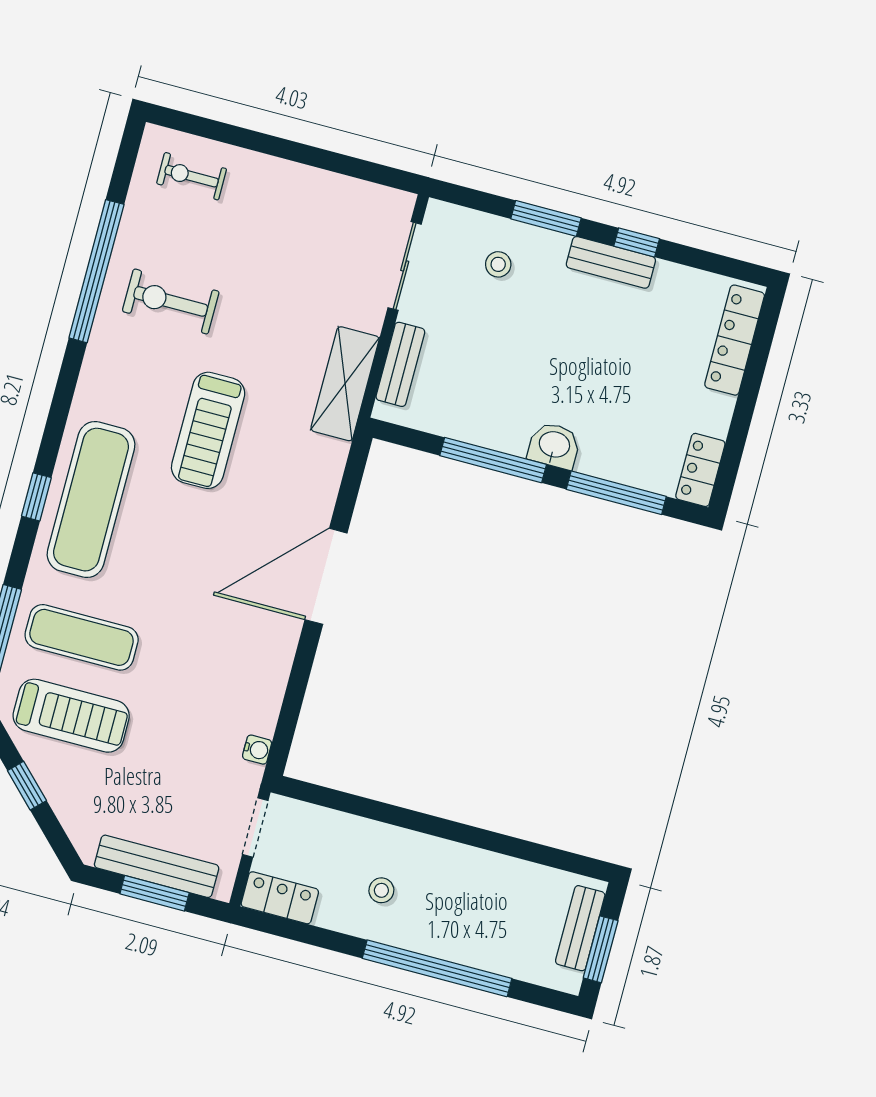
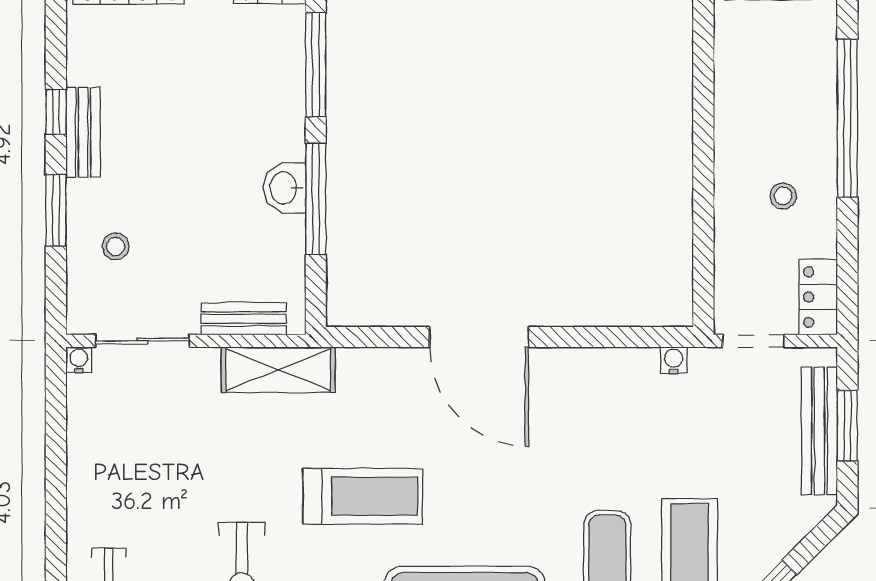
water cooler: (403, 203) -> (79, 360), added
washbasin: (554, 446) -> (285, 188), moved

